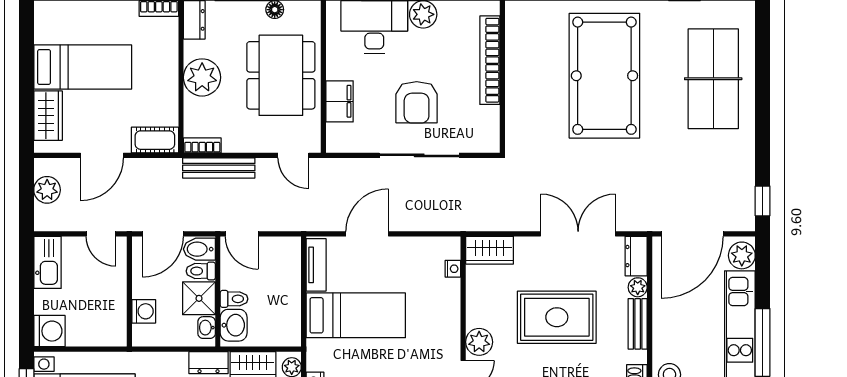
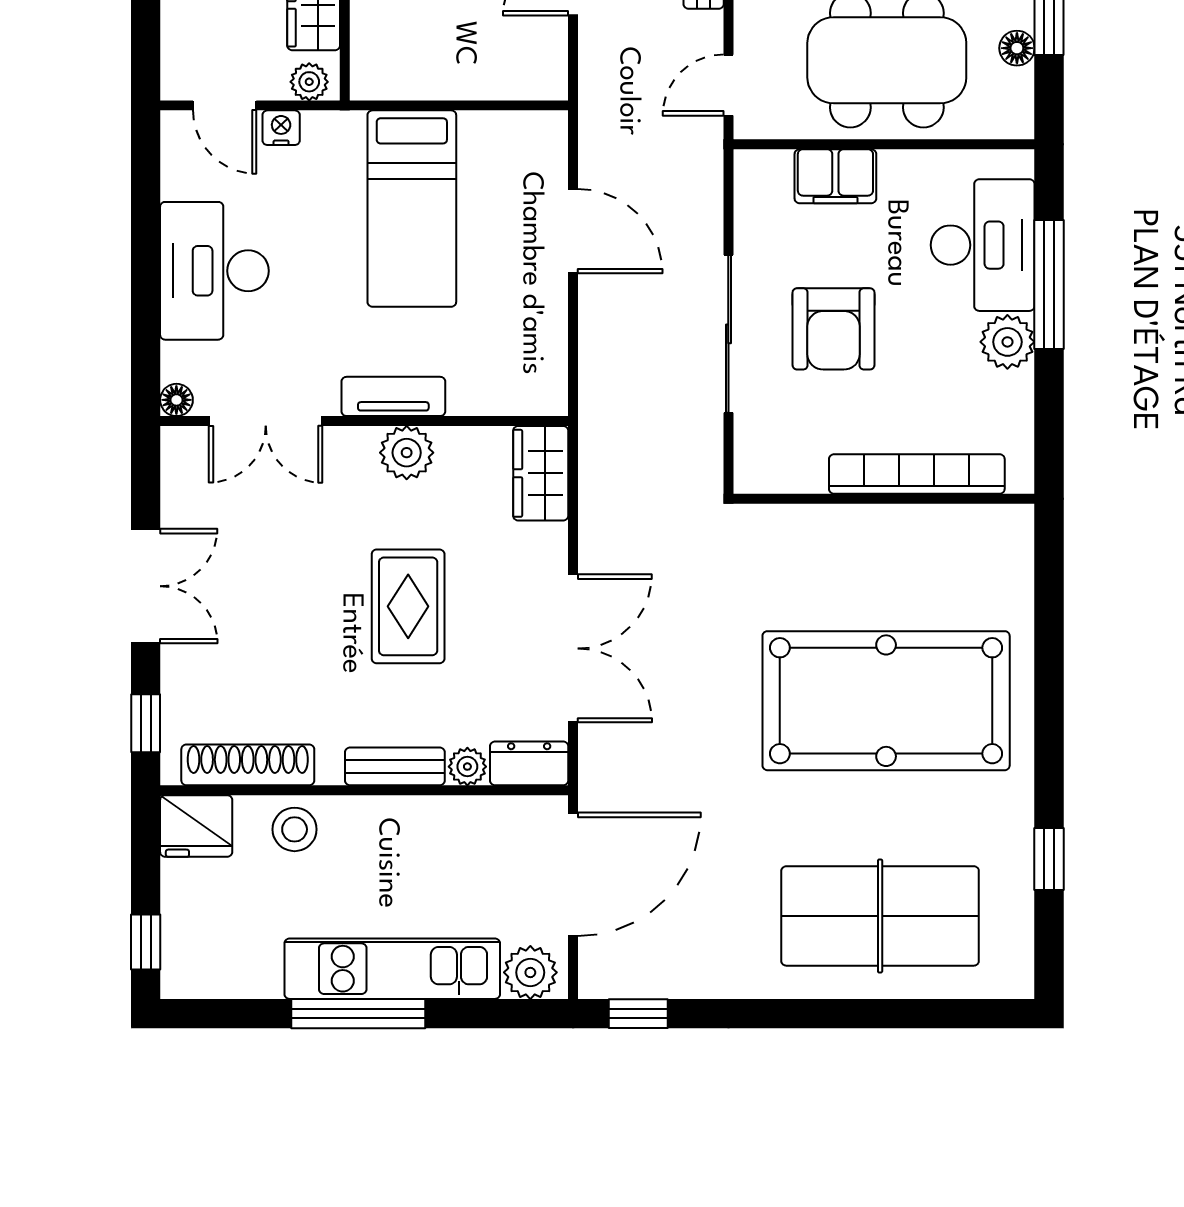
armchair: (417, 102) -> (834, 329), turned -90
door: (692, 234) -> (573, 874), swing flipped
tv unit: (316, 265) -> (393, 396), moved, turned 180
nightstand: (453, 269) -> (504, 401), removed
rug: (557, 317) -> (408, 606), width x0.73, depth x0.70
plant: (479, 342) -> (407, 453), moved

